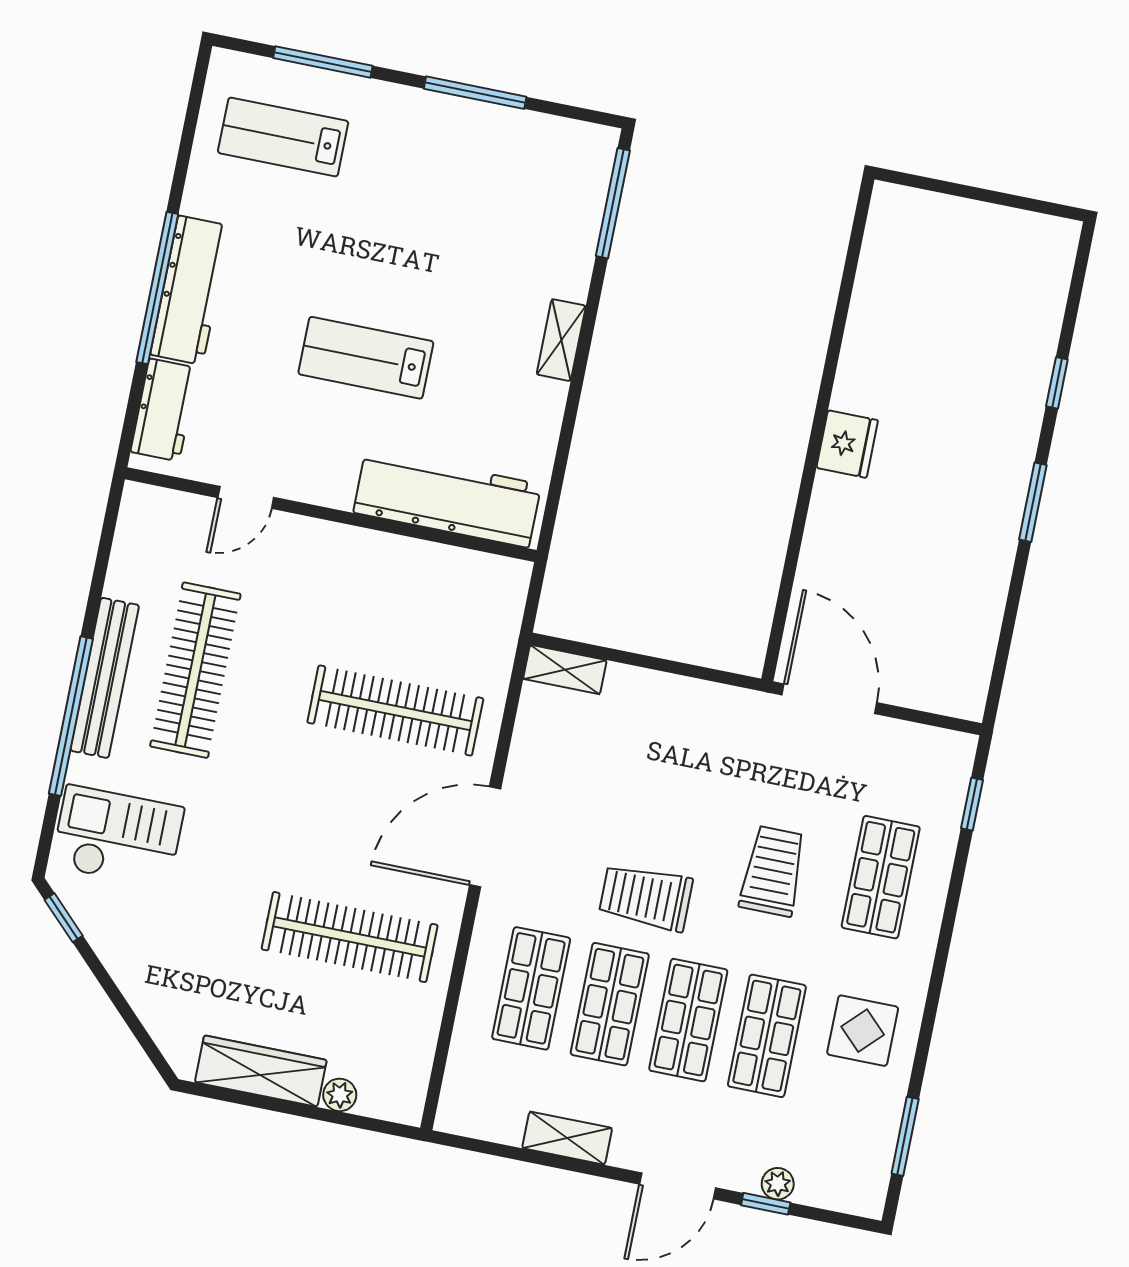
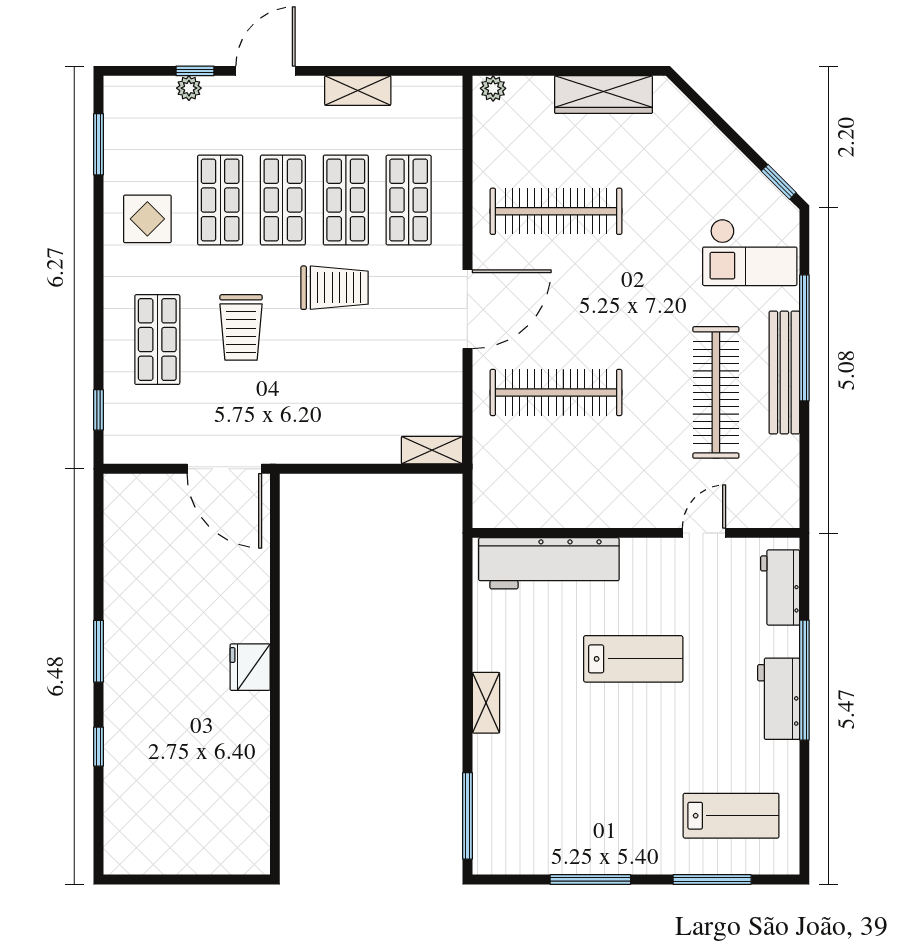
workbench: (190, 290) -> (779, 699), width x0.73
plant: (340, 1095) -> (493, 88), moved

